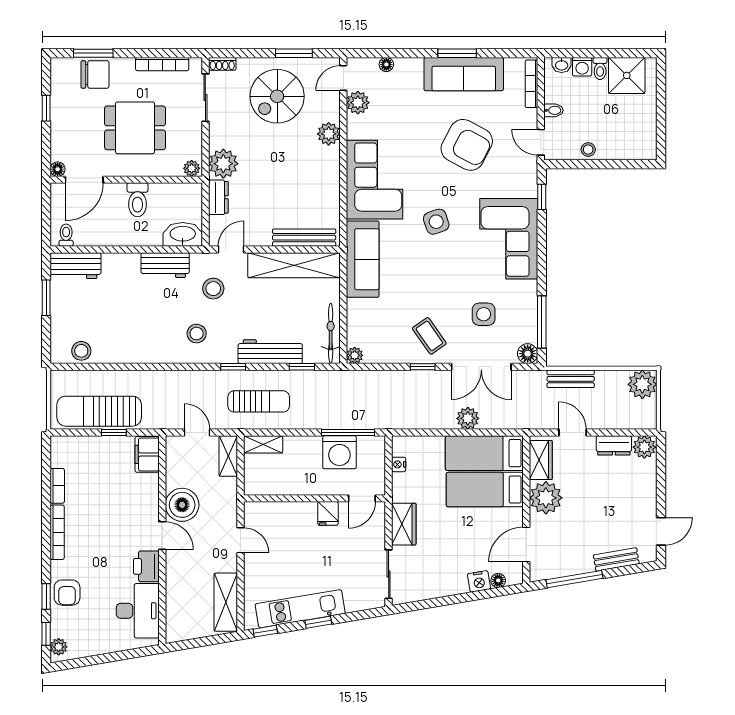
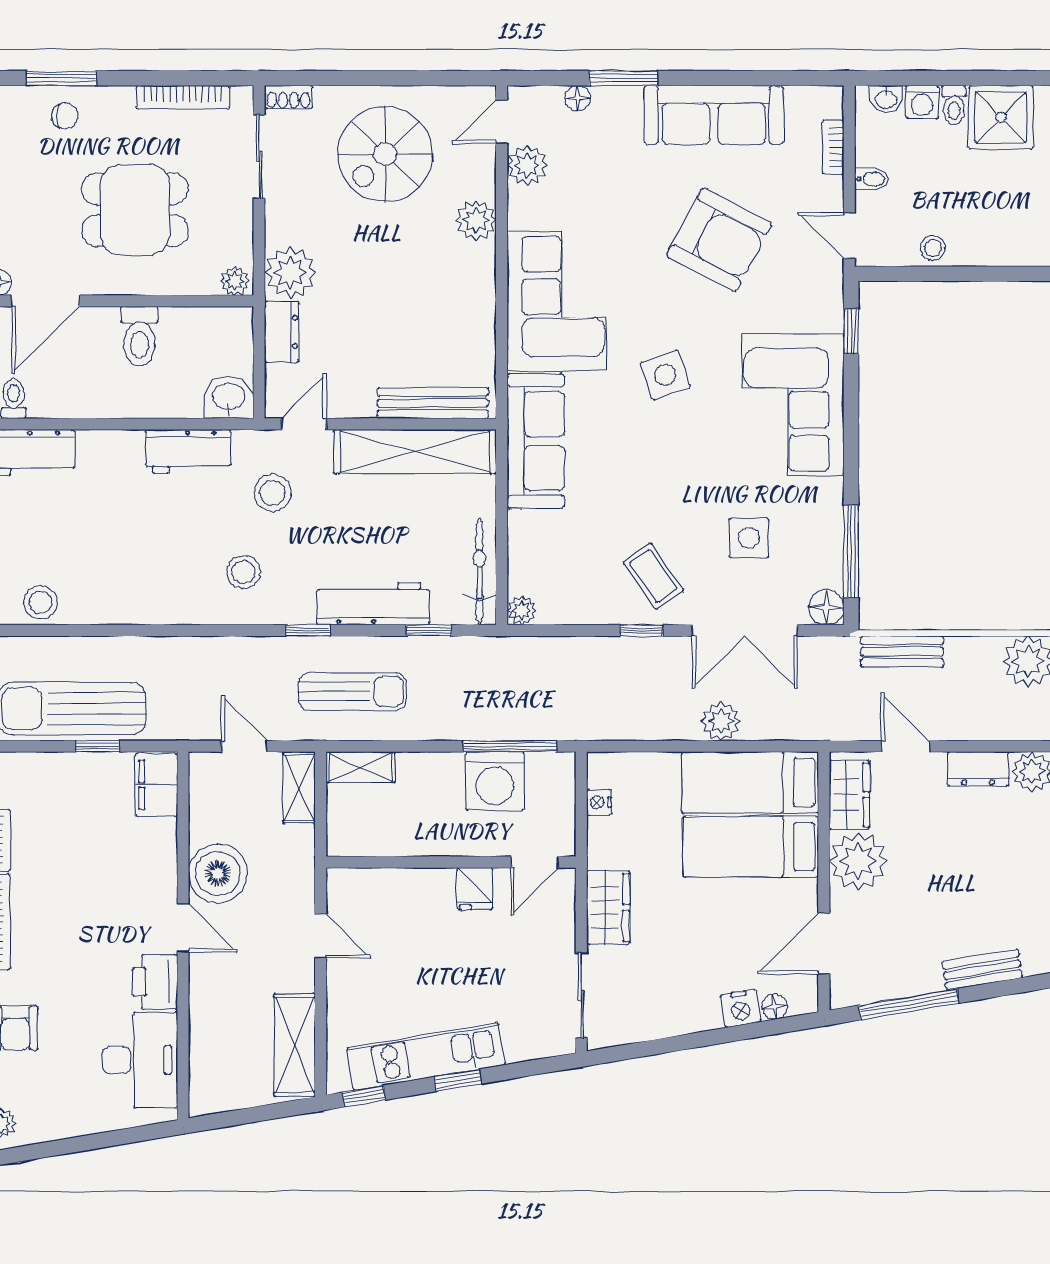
window: (294, 53) -> (415, 78), removed
window: (457, 53) -> (623, 78), moved
chair: (95, 74) -> (65, 116), width x0.54, depth x0.54
bookcase: (531, 84) -> (833, 147), width x0.64
washbasin: (183, 234) -> (229, 397), width x0.72

